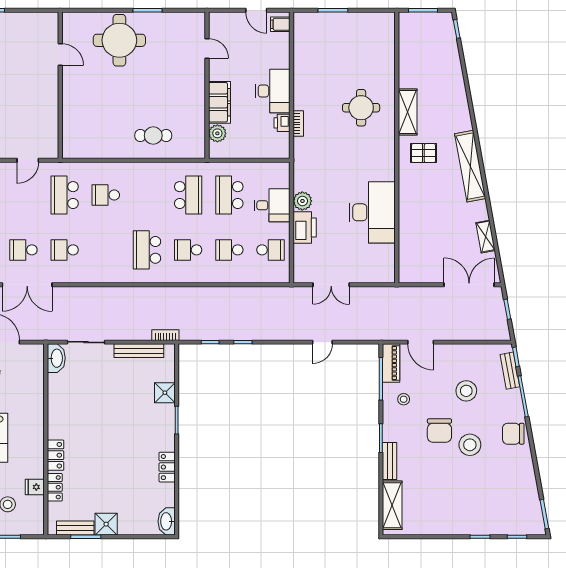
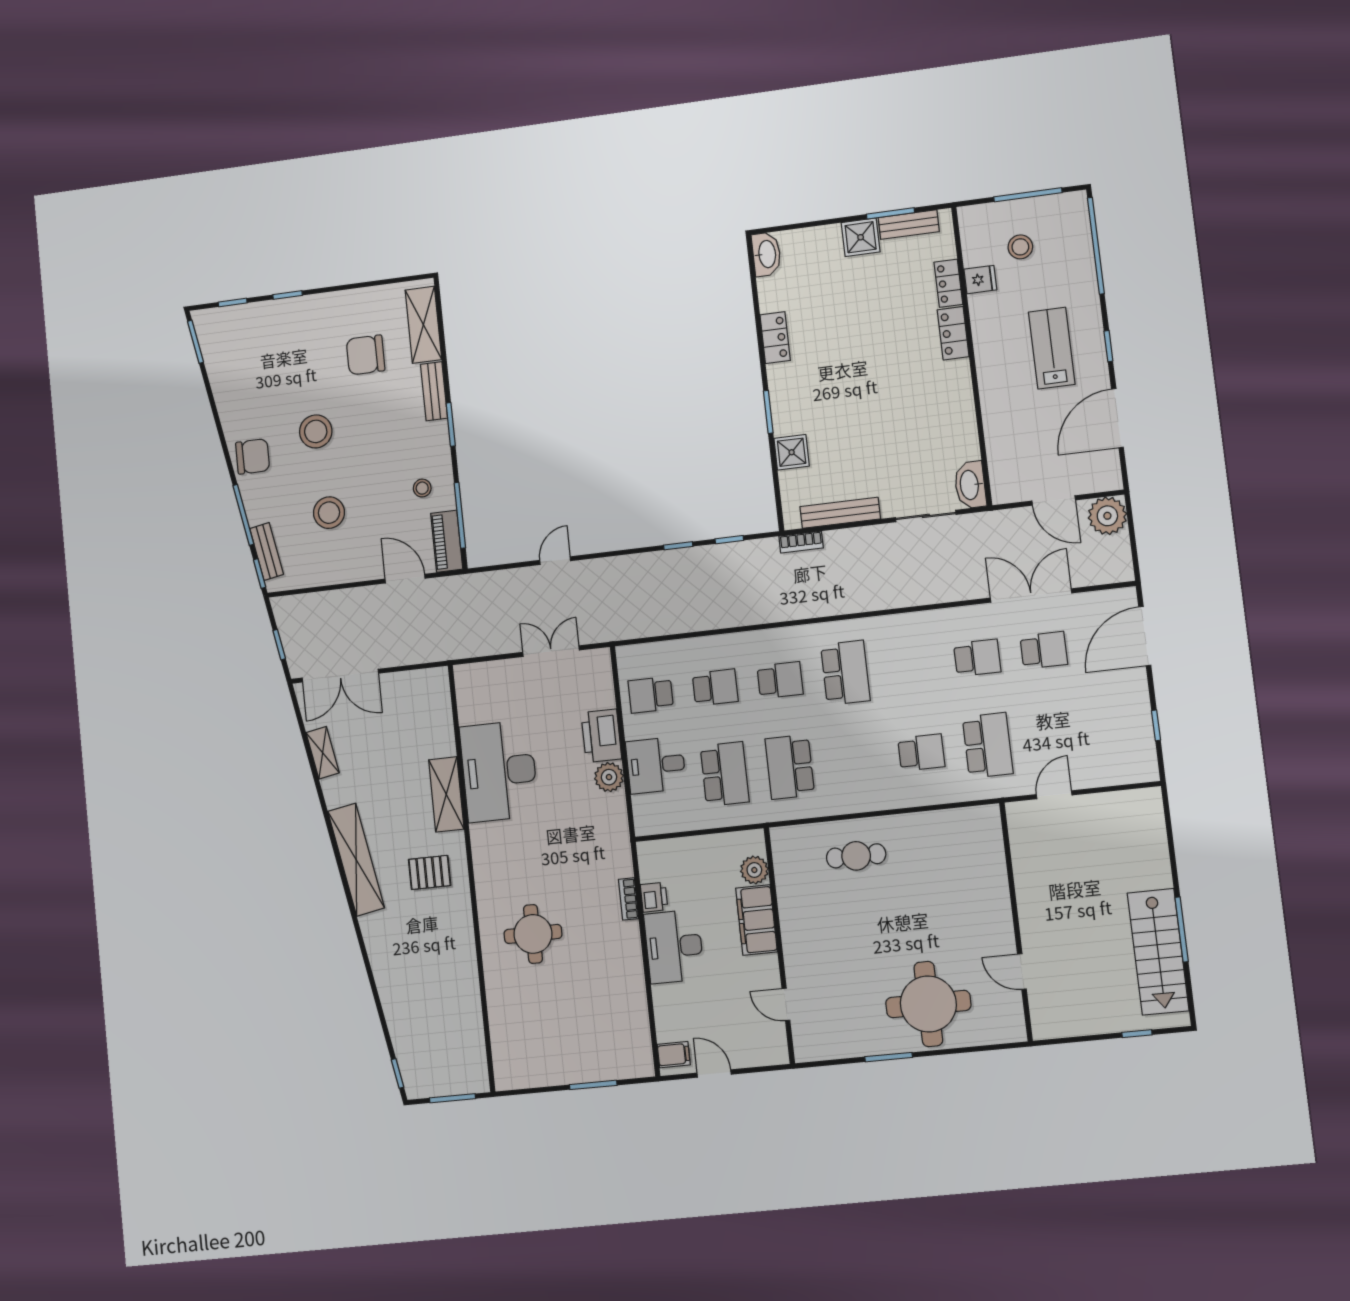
shelving: (408, 112) -> (446, 794), moved
chair: (439, 431) -> (366, 355), moved, turned -90

